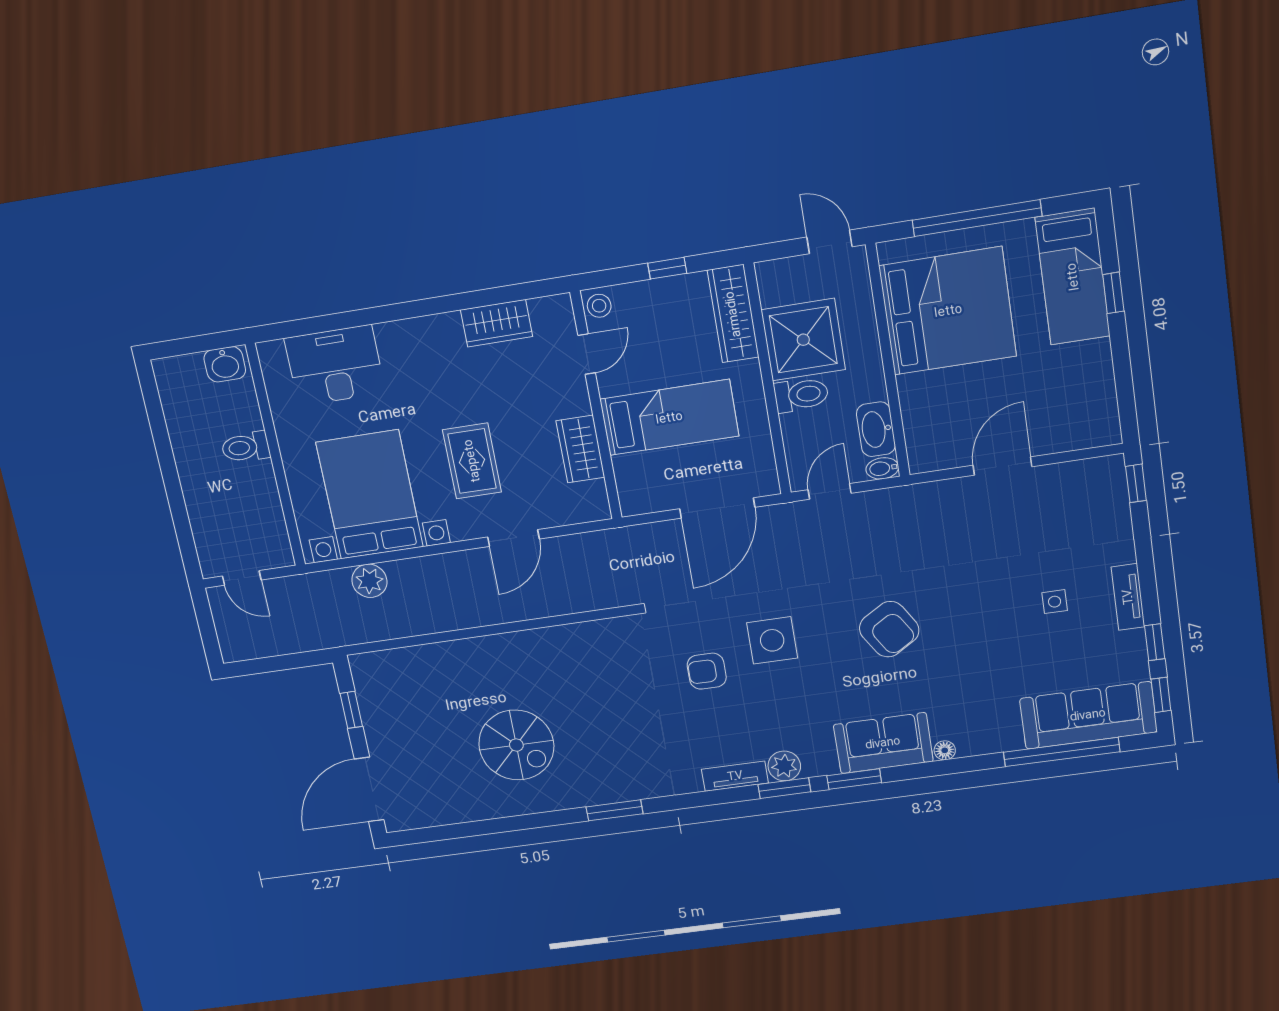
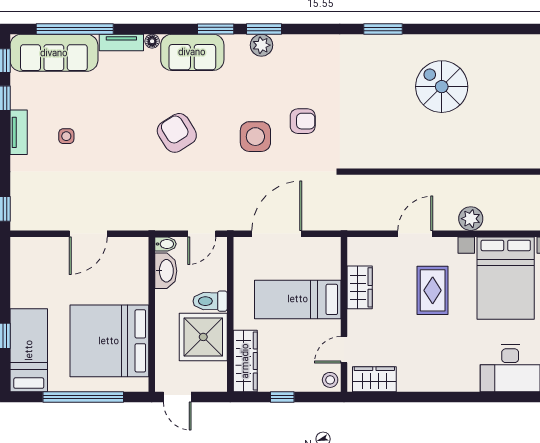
wardrobe: (497, 323) -> (374, 379), moved
plant: (369, 581) -> (471, 219), moved
tv unit: (735, 776) -> (121, 43), moved

